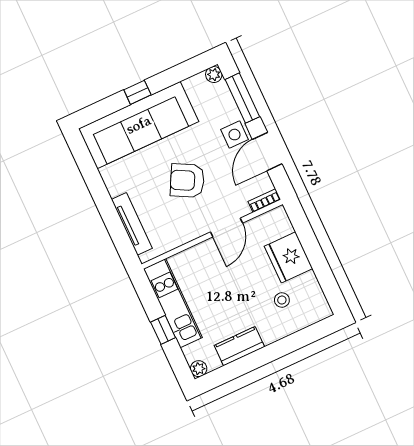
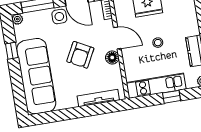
window: (137, 92) -> (12, 51), moved
floor lamp: (196, 228) -> (112, 58), added
stool: (282, 300) -> (158, 43), moved

